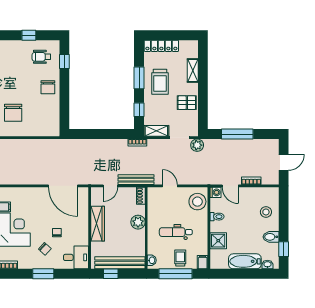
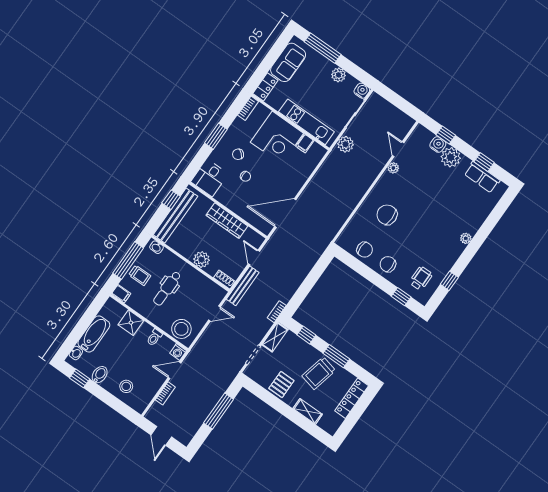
trolley: (160, 82) -> (319, 373), turned -77
chair: (49, 111) -> (365, 250), added
plant: (197, 145) -> (235, 366), removed
dental chair: (176, 232) -> (167, 288), turned 180

